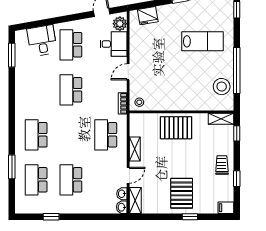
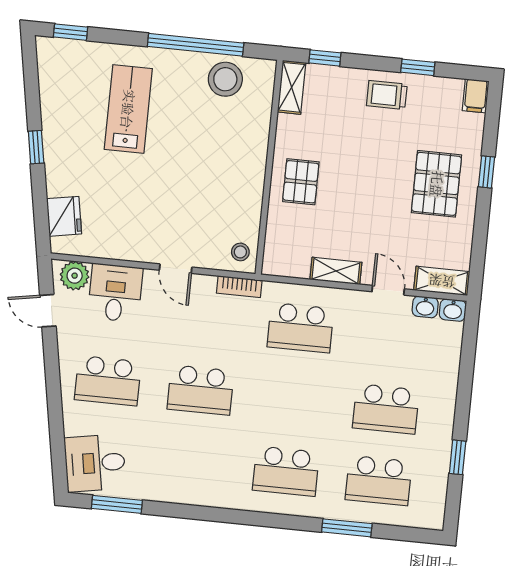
desk: (42, 41) -> (95, 463), moved
pallet: (176, 128) -> (301, 182), width x0.67, depth x0.71
pallet: (182, 193) -> (437, 184), turned 90

